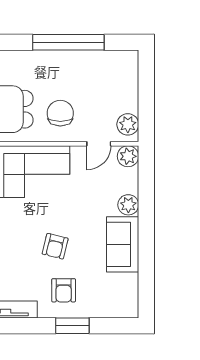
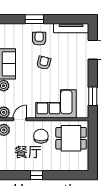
window: (68, 42) -> (36, 175), width x0.32
chair: (60, 113) -> (41, 136), turned 180

